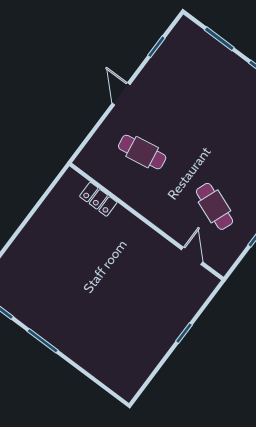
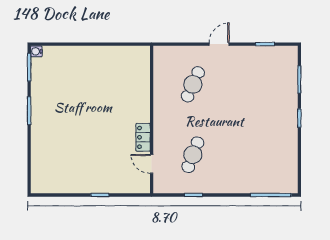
cafe table: (142, 152) -> (193, 84), turned 33
locker: (98, 199) -> (143, 137), moved
door: (192, 256) -> (152, 164), swing flipped

